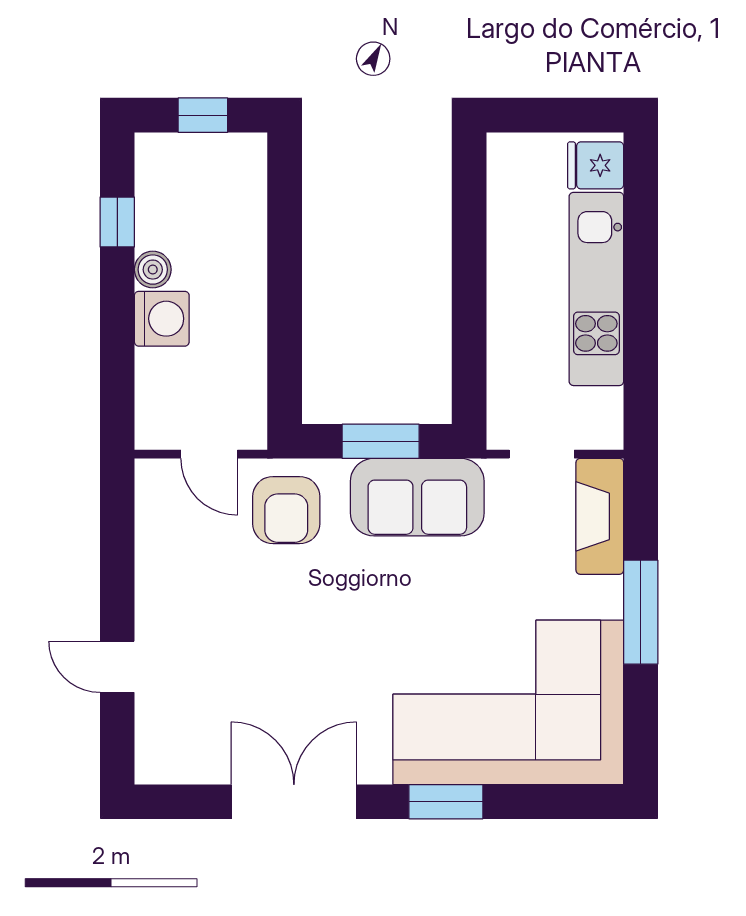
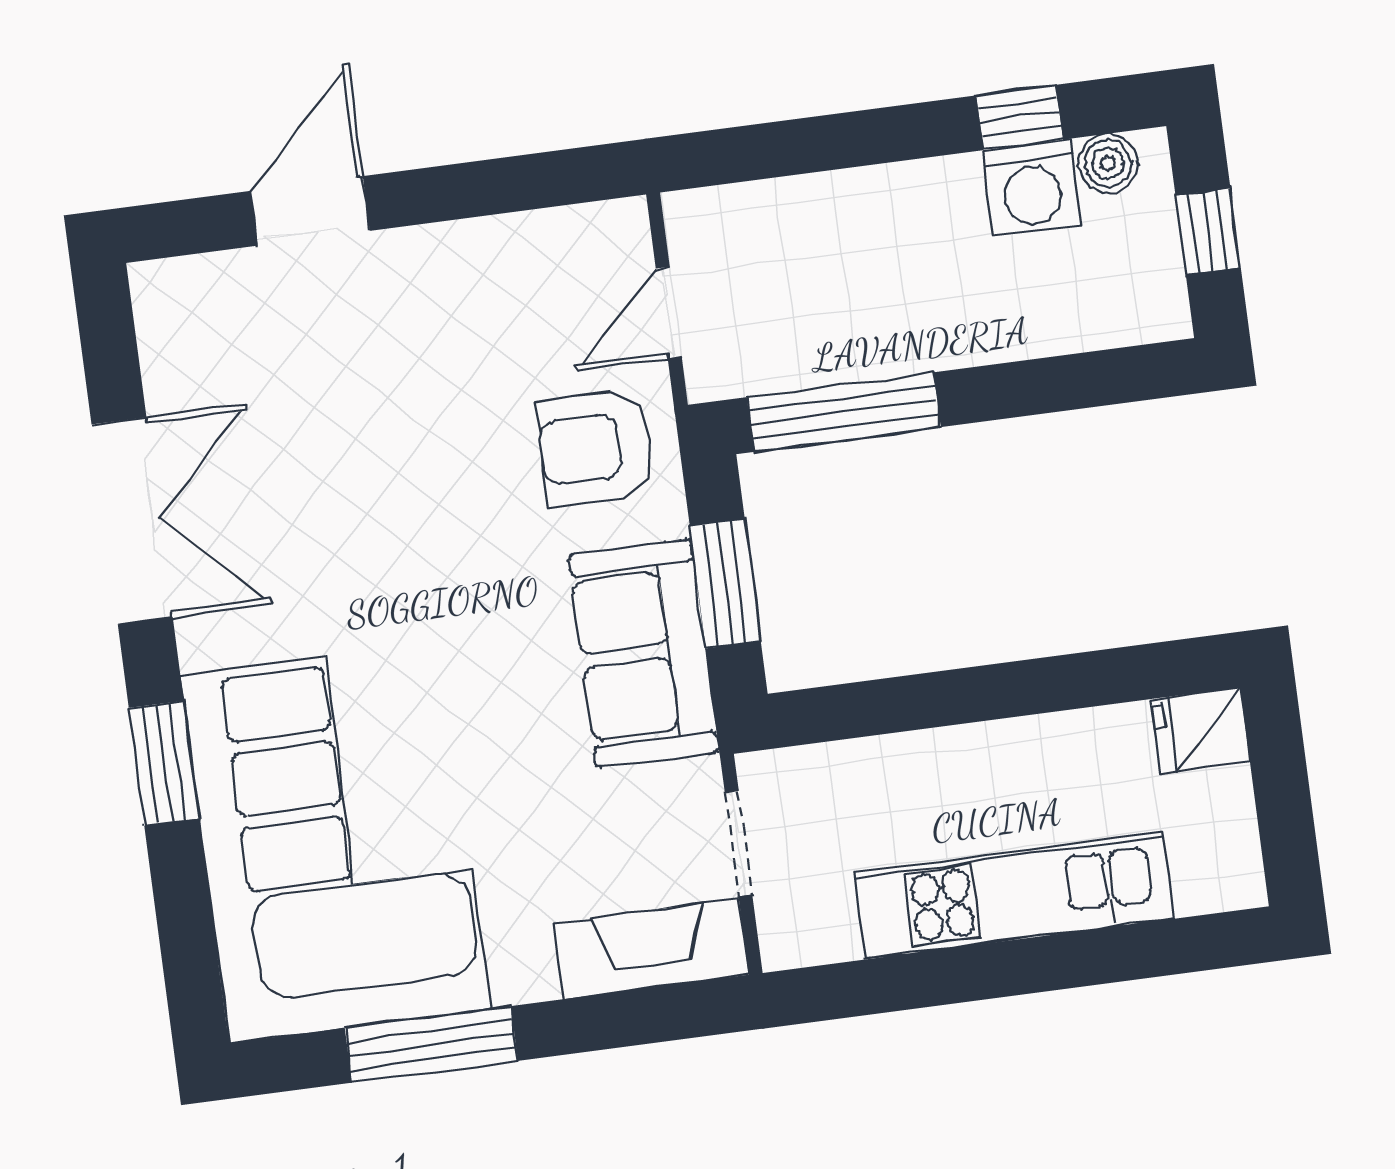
fridge: (596, 165) -> (1201, 731), moved, turned -90
boiler: (153, 270) -> (1108, 163), moved
washing machine: (162, 319) -> (1032, 188), moved
window: (285, 354) -> (844, 412), added
window: (641, 612) -> (431, 1044), moved
door: (117, 667) -> (310, 211), width x1.38

